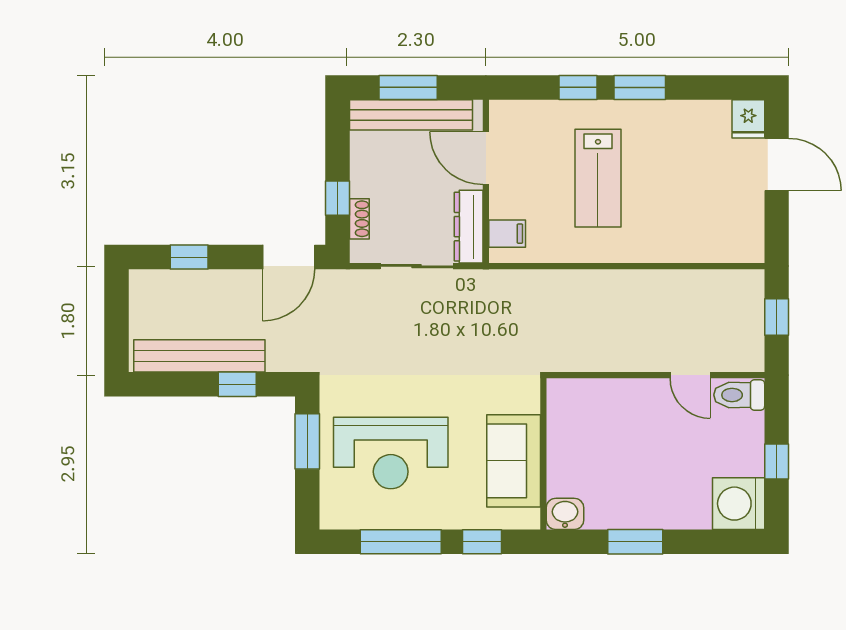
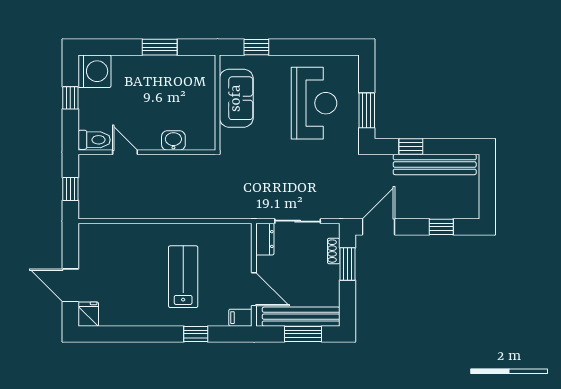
window: (640, 87) -> (157, 334), removed
window: (337, 198) -> (348, 264), width x1.50
dresser: (469, 227) -> (265, 239), width x0.70
filing cabinet: (507, 234) -> (240, 318), moved
reception desk: (391, 453) -> (314, 103), turned 90
washbasin: (565, 514) -> (173, 140), moved, turned 180
window: (401, 542) -> (308, 47), removed

